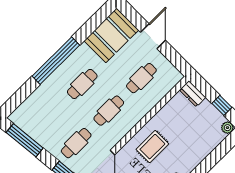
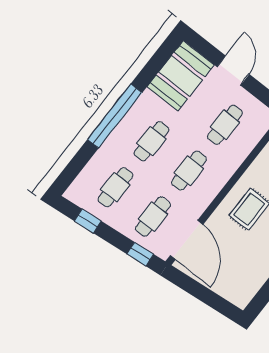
cafe table: (50, 116) -> (115, 187), added
window: (25, 140) -> (88, 221), width x0.46

